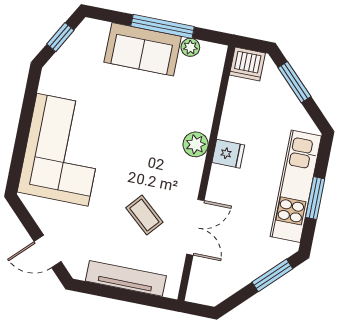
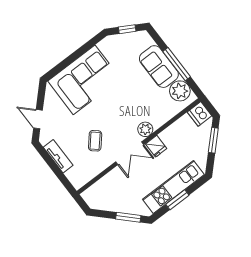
plant: (190, 47) -> (180, 91), width x1.88, depth x1.88
double door: (195, 227) -> (130, 153), moved
tv unit: (126, 278) -> (58, 156), width x0.71

